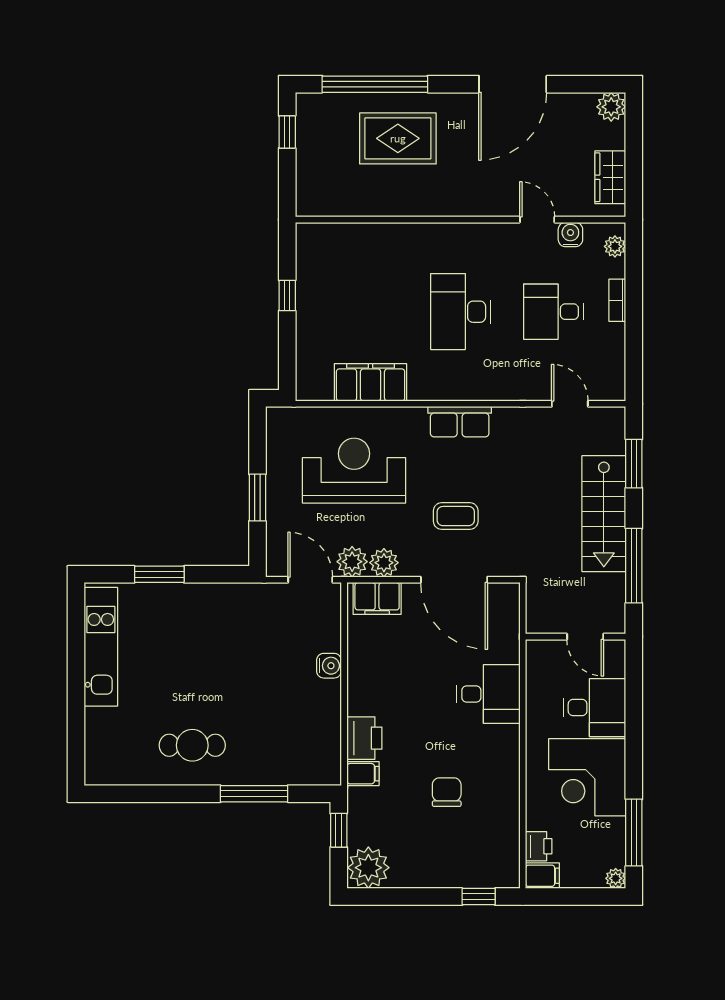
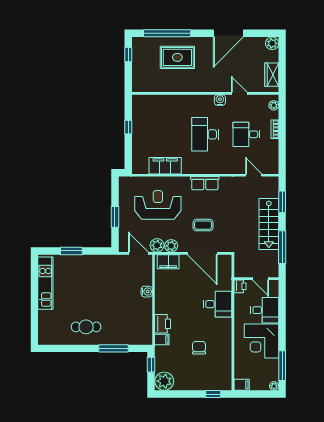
water cooler: (570, 235) -> (220, 100), moved
printer: (539, 846) -> (240, 286), moved

